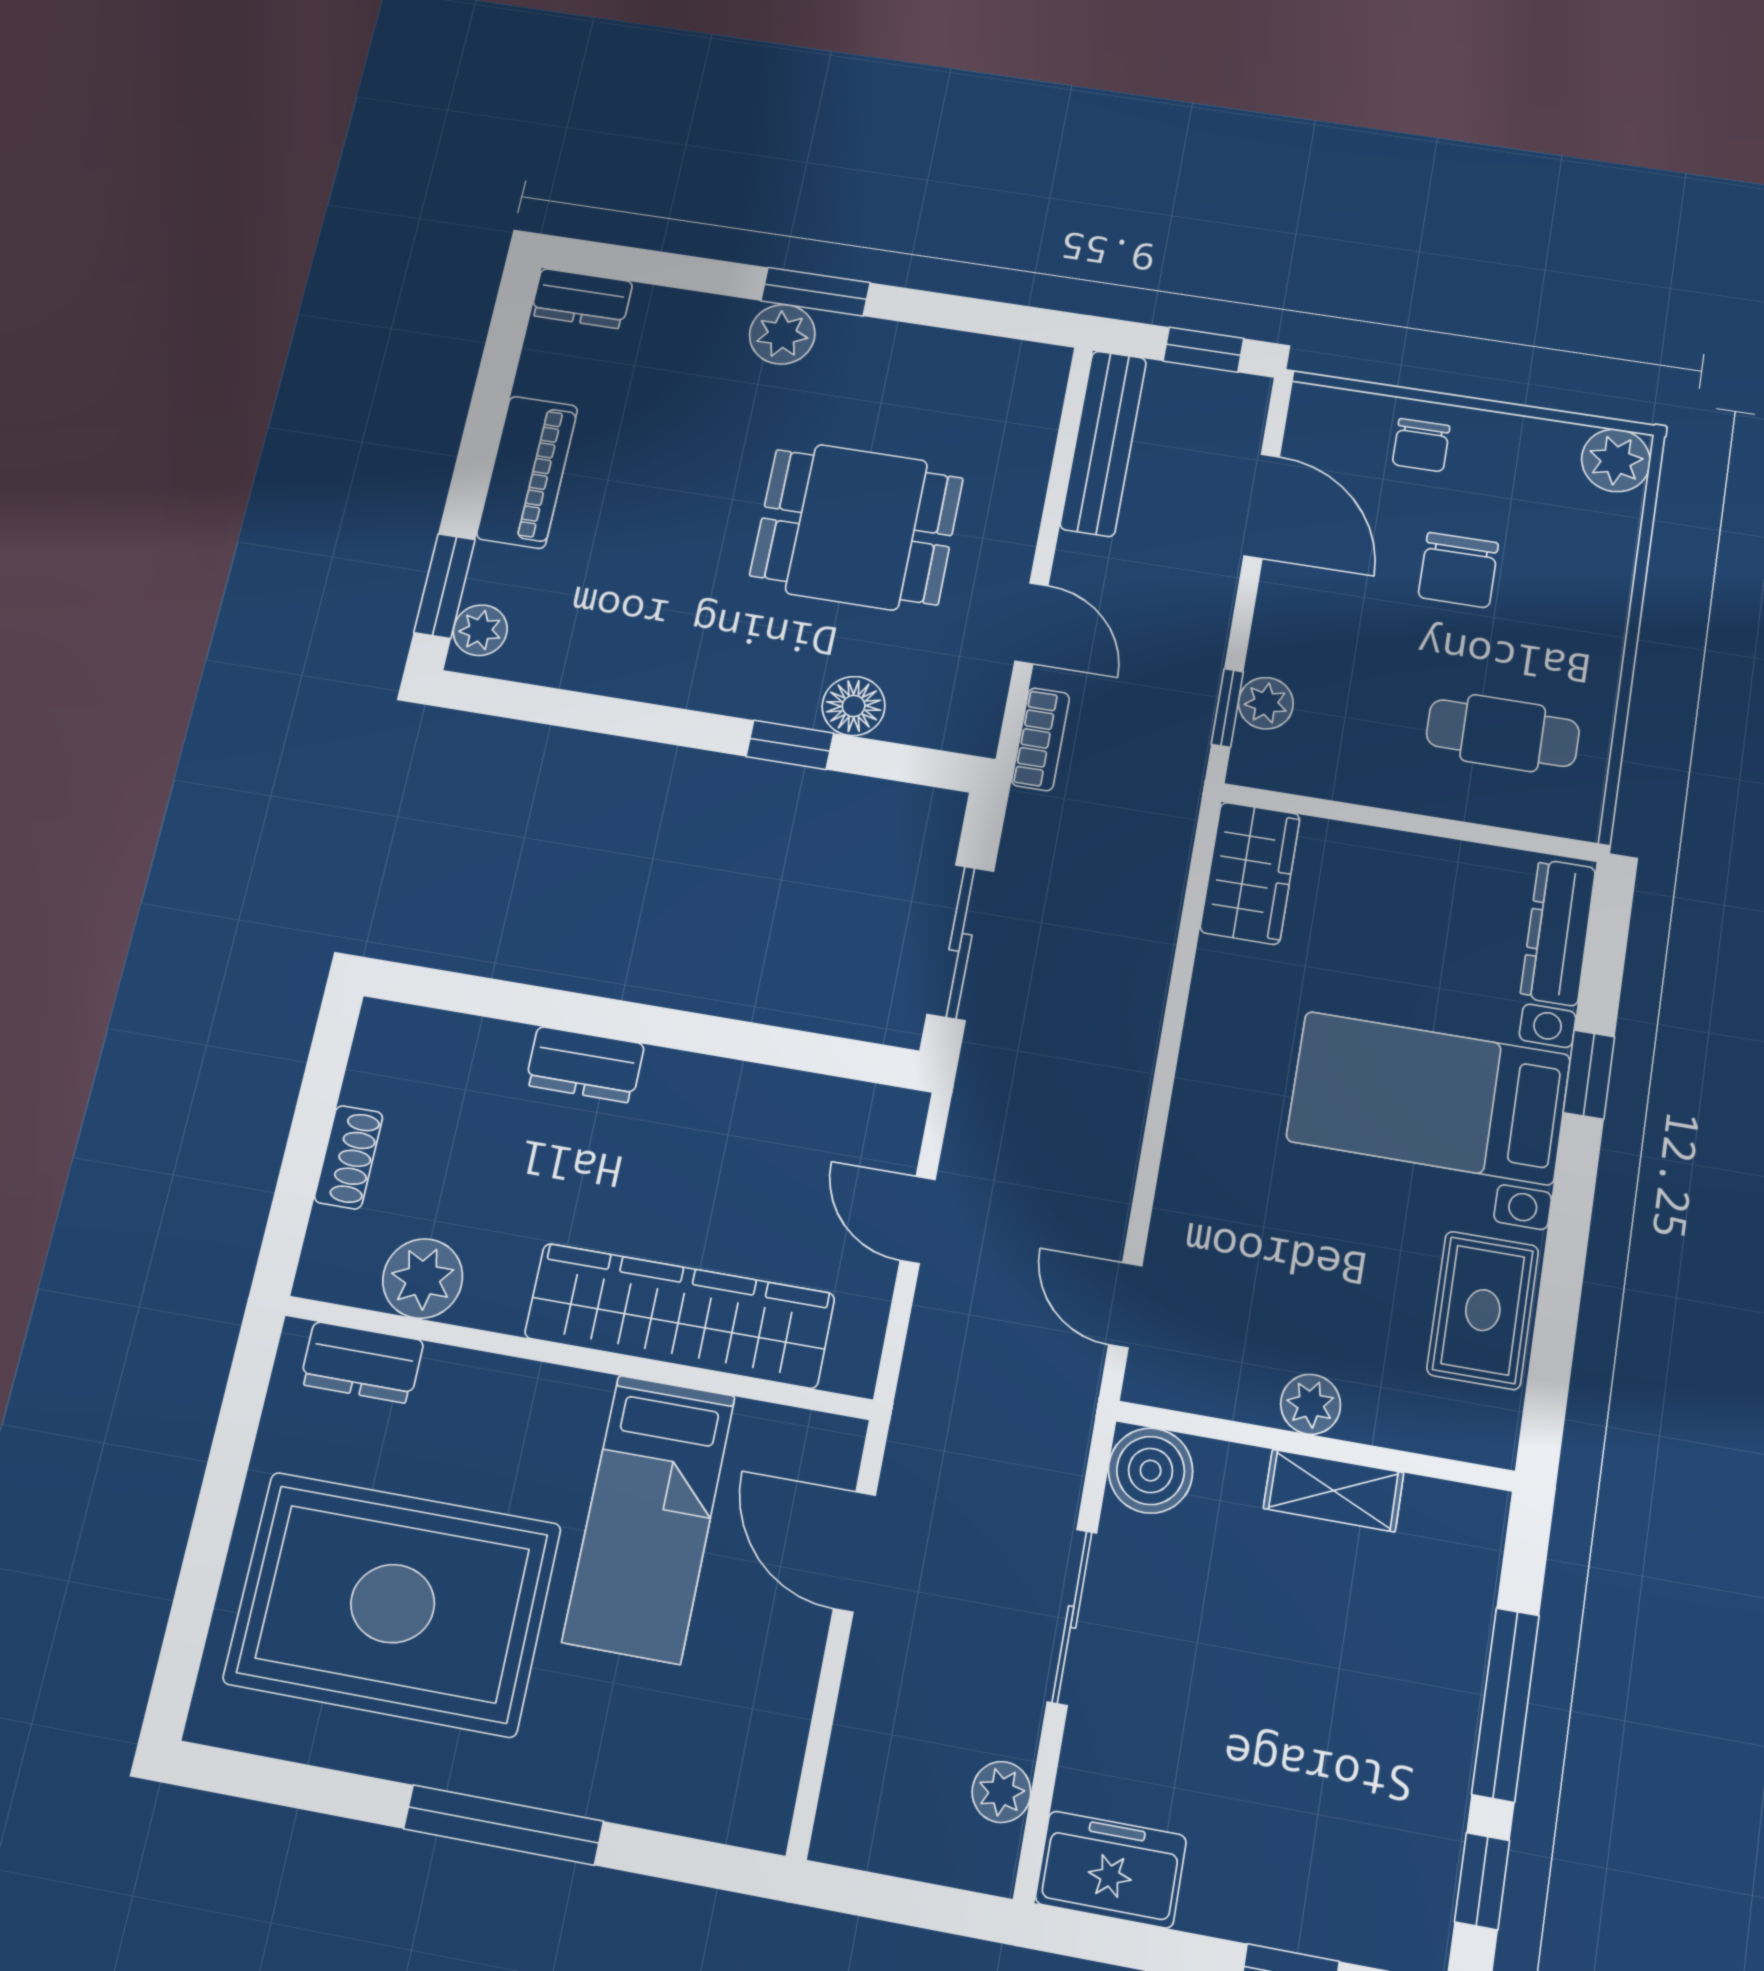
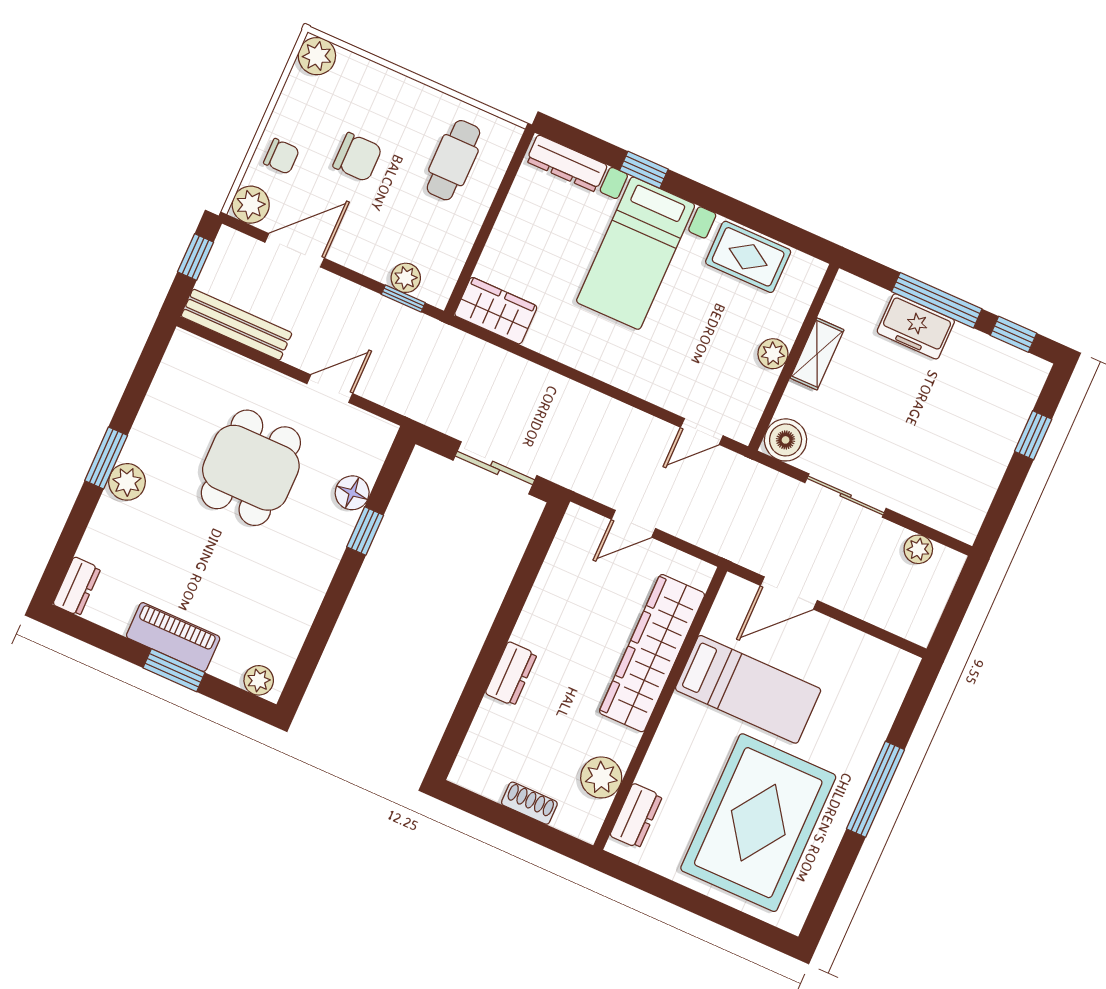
plant: (1321, 416) -> (251, 205), added
window: (444, 586) -> (174, 670), moved
bookcase: (1041, 739) -> (396, 400), removed
freezer: (1111, 1869) -> (916, 326), moved, turned -90

